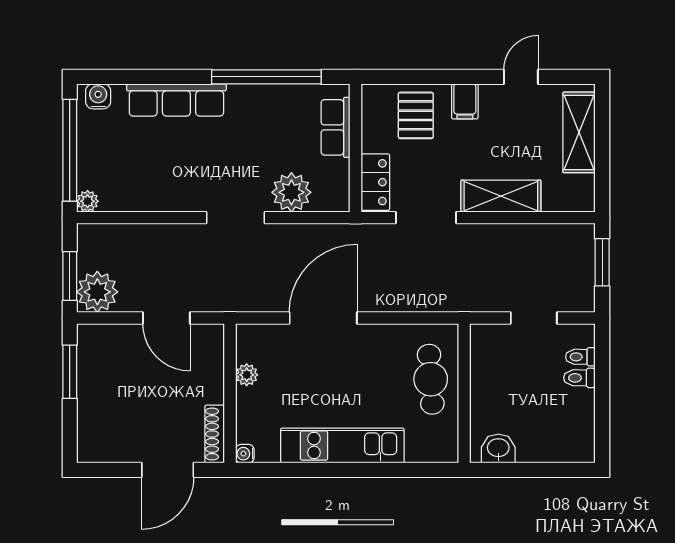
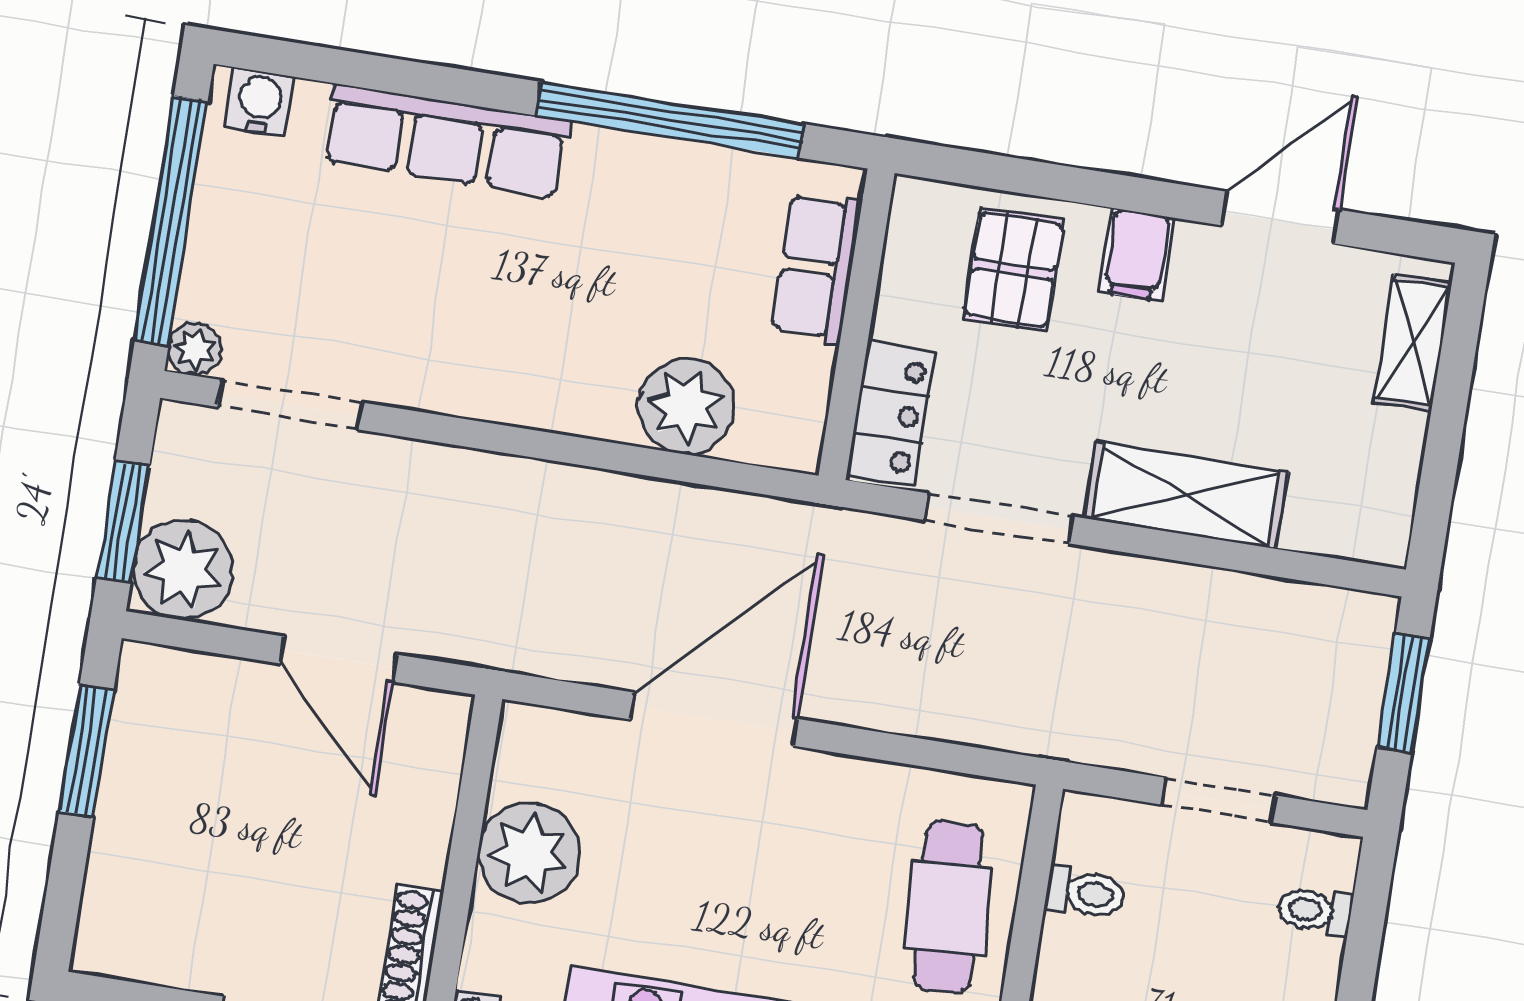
door: (521, 77) -> (1280, 218), width x1.38
shelving: (579, 132) -> (1413, 343), width x0.67, depth x0.75
doorway: (236, 218) -> (290, 405), moved
plant: (247, 375) -> (529, 853), width x1.87, depth x1.87
toilet: (579, 378) -> (1085, 893), moved, turned 180

